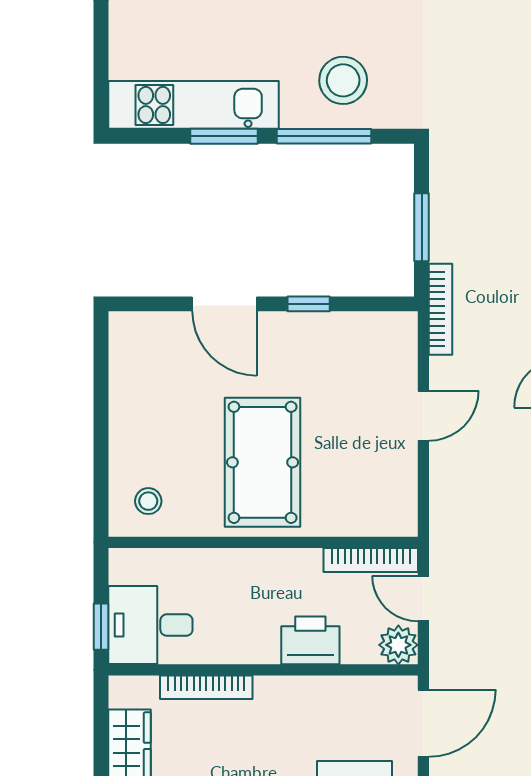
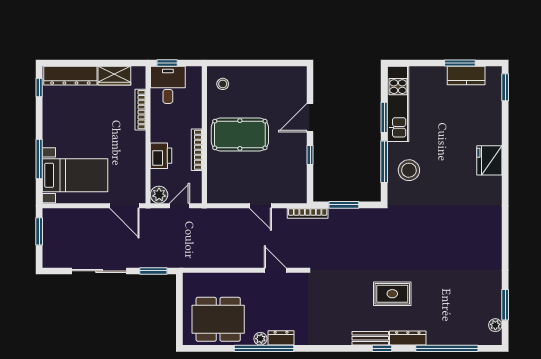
bookcase: (371, 560) -> (197, 150), moved

